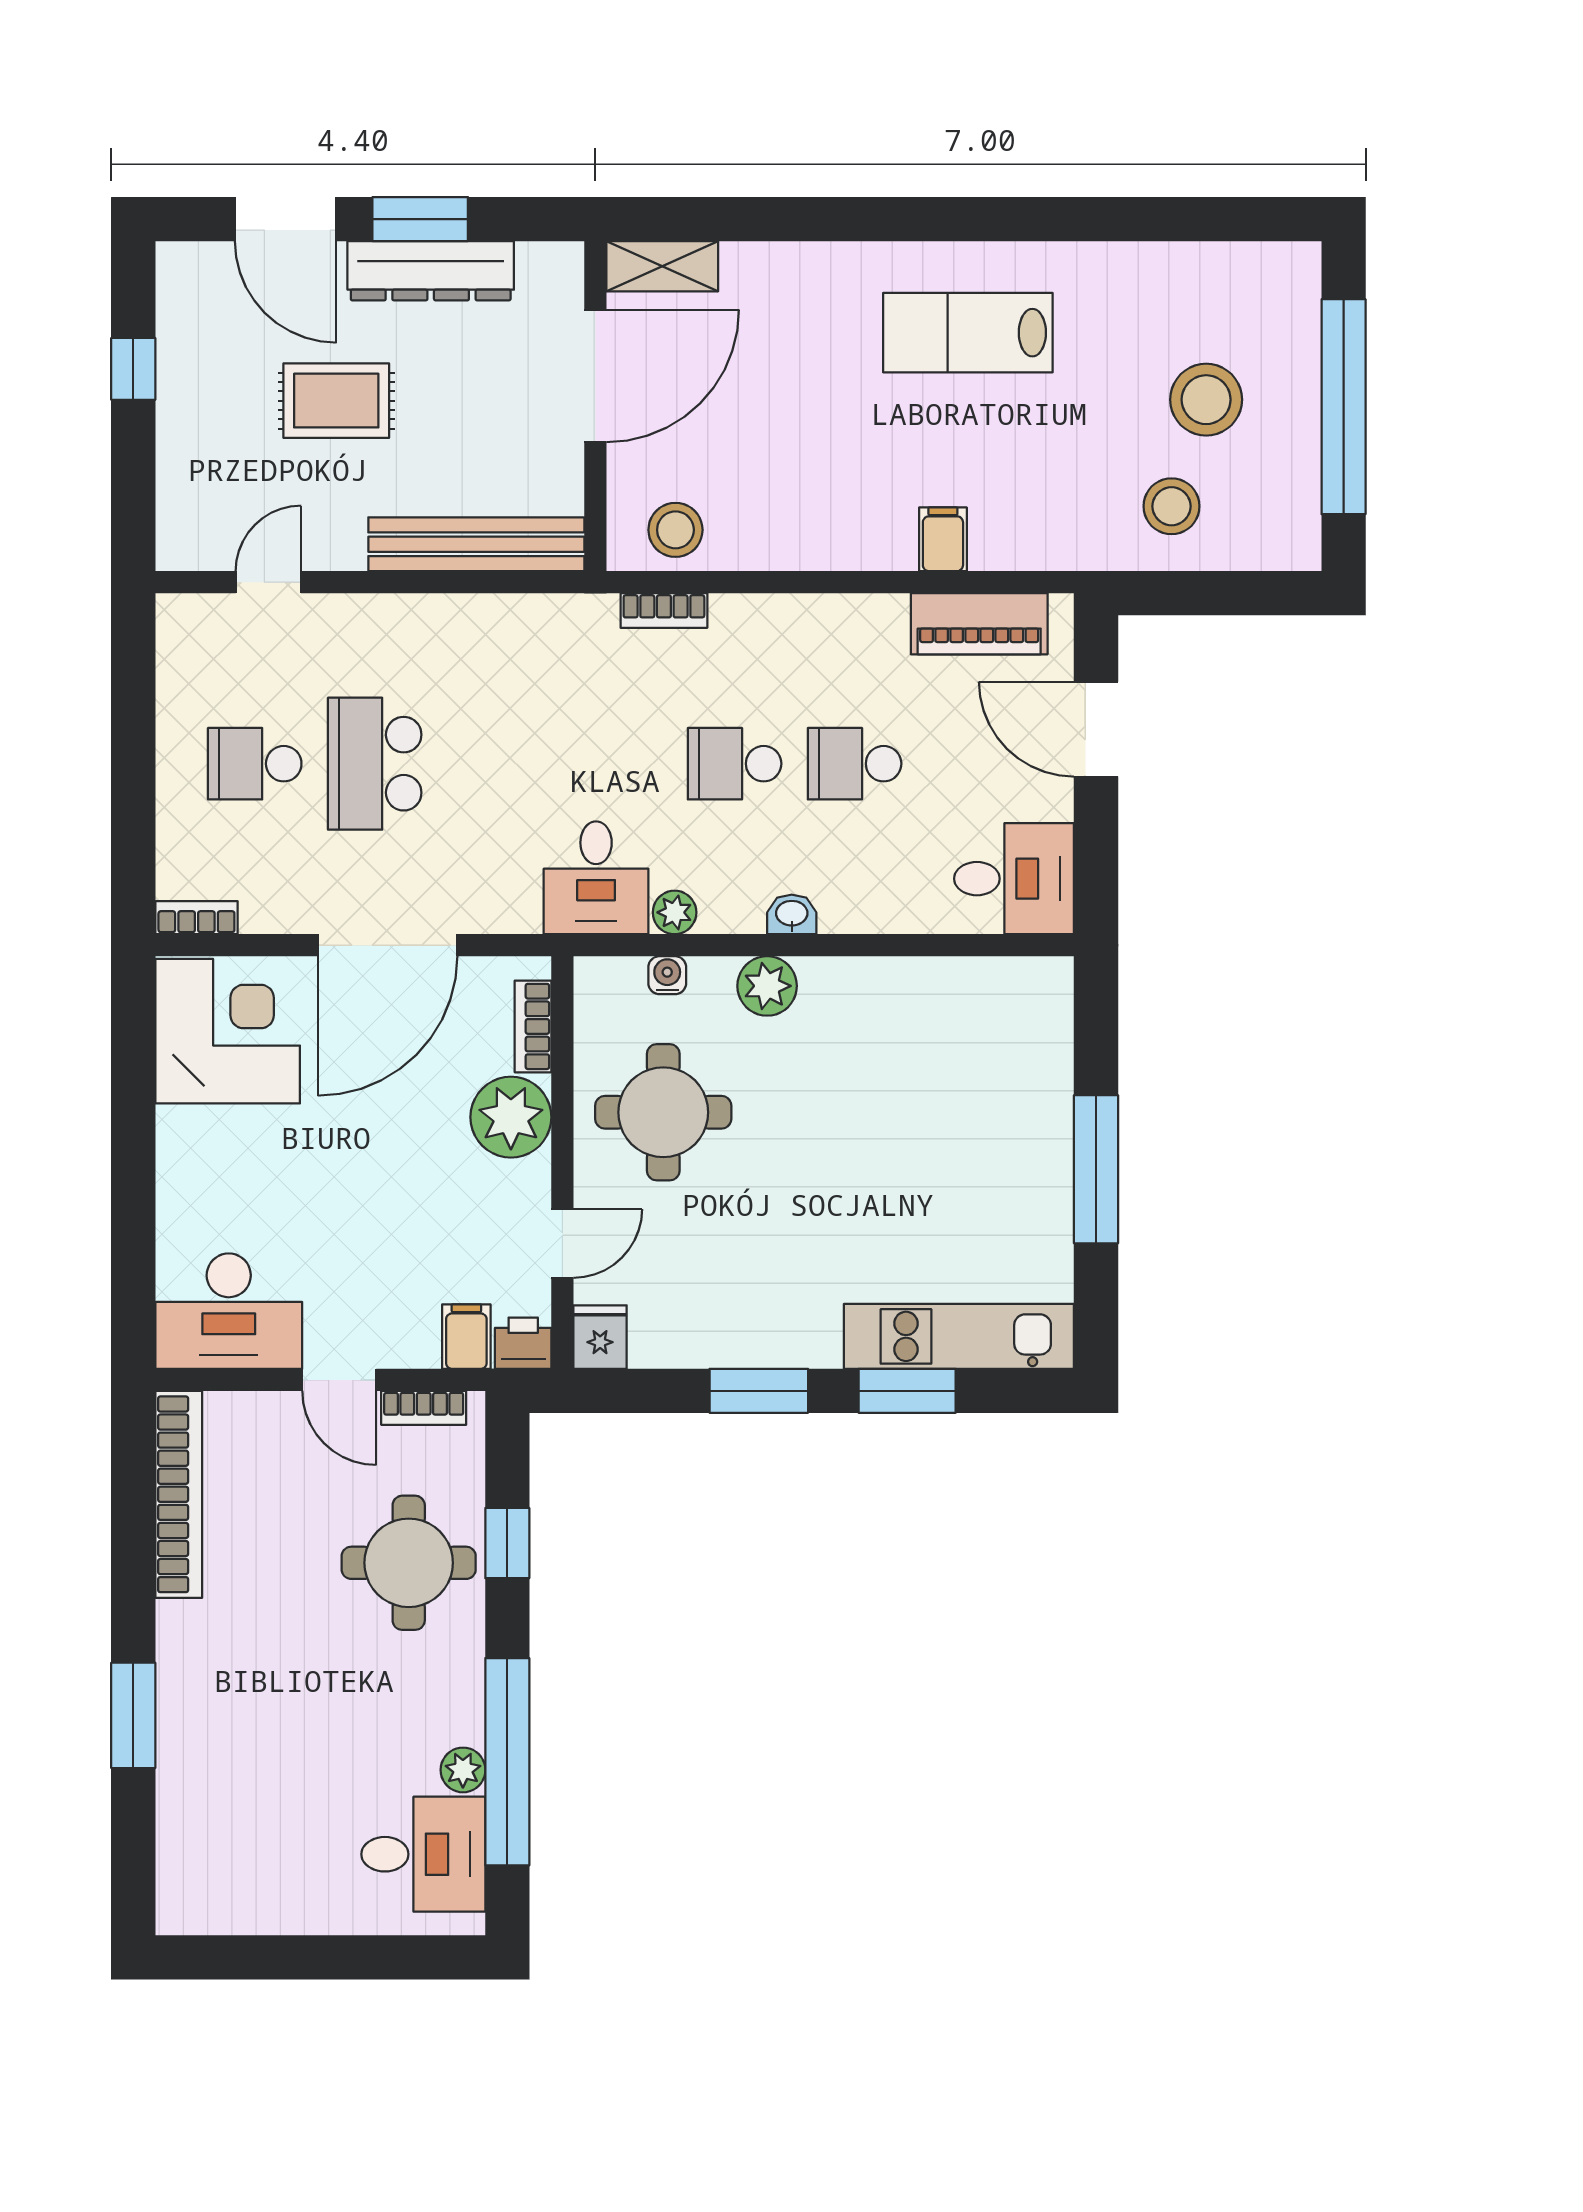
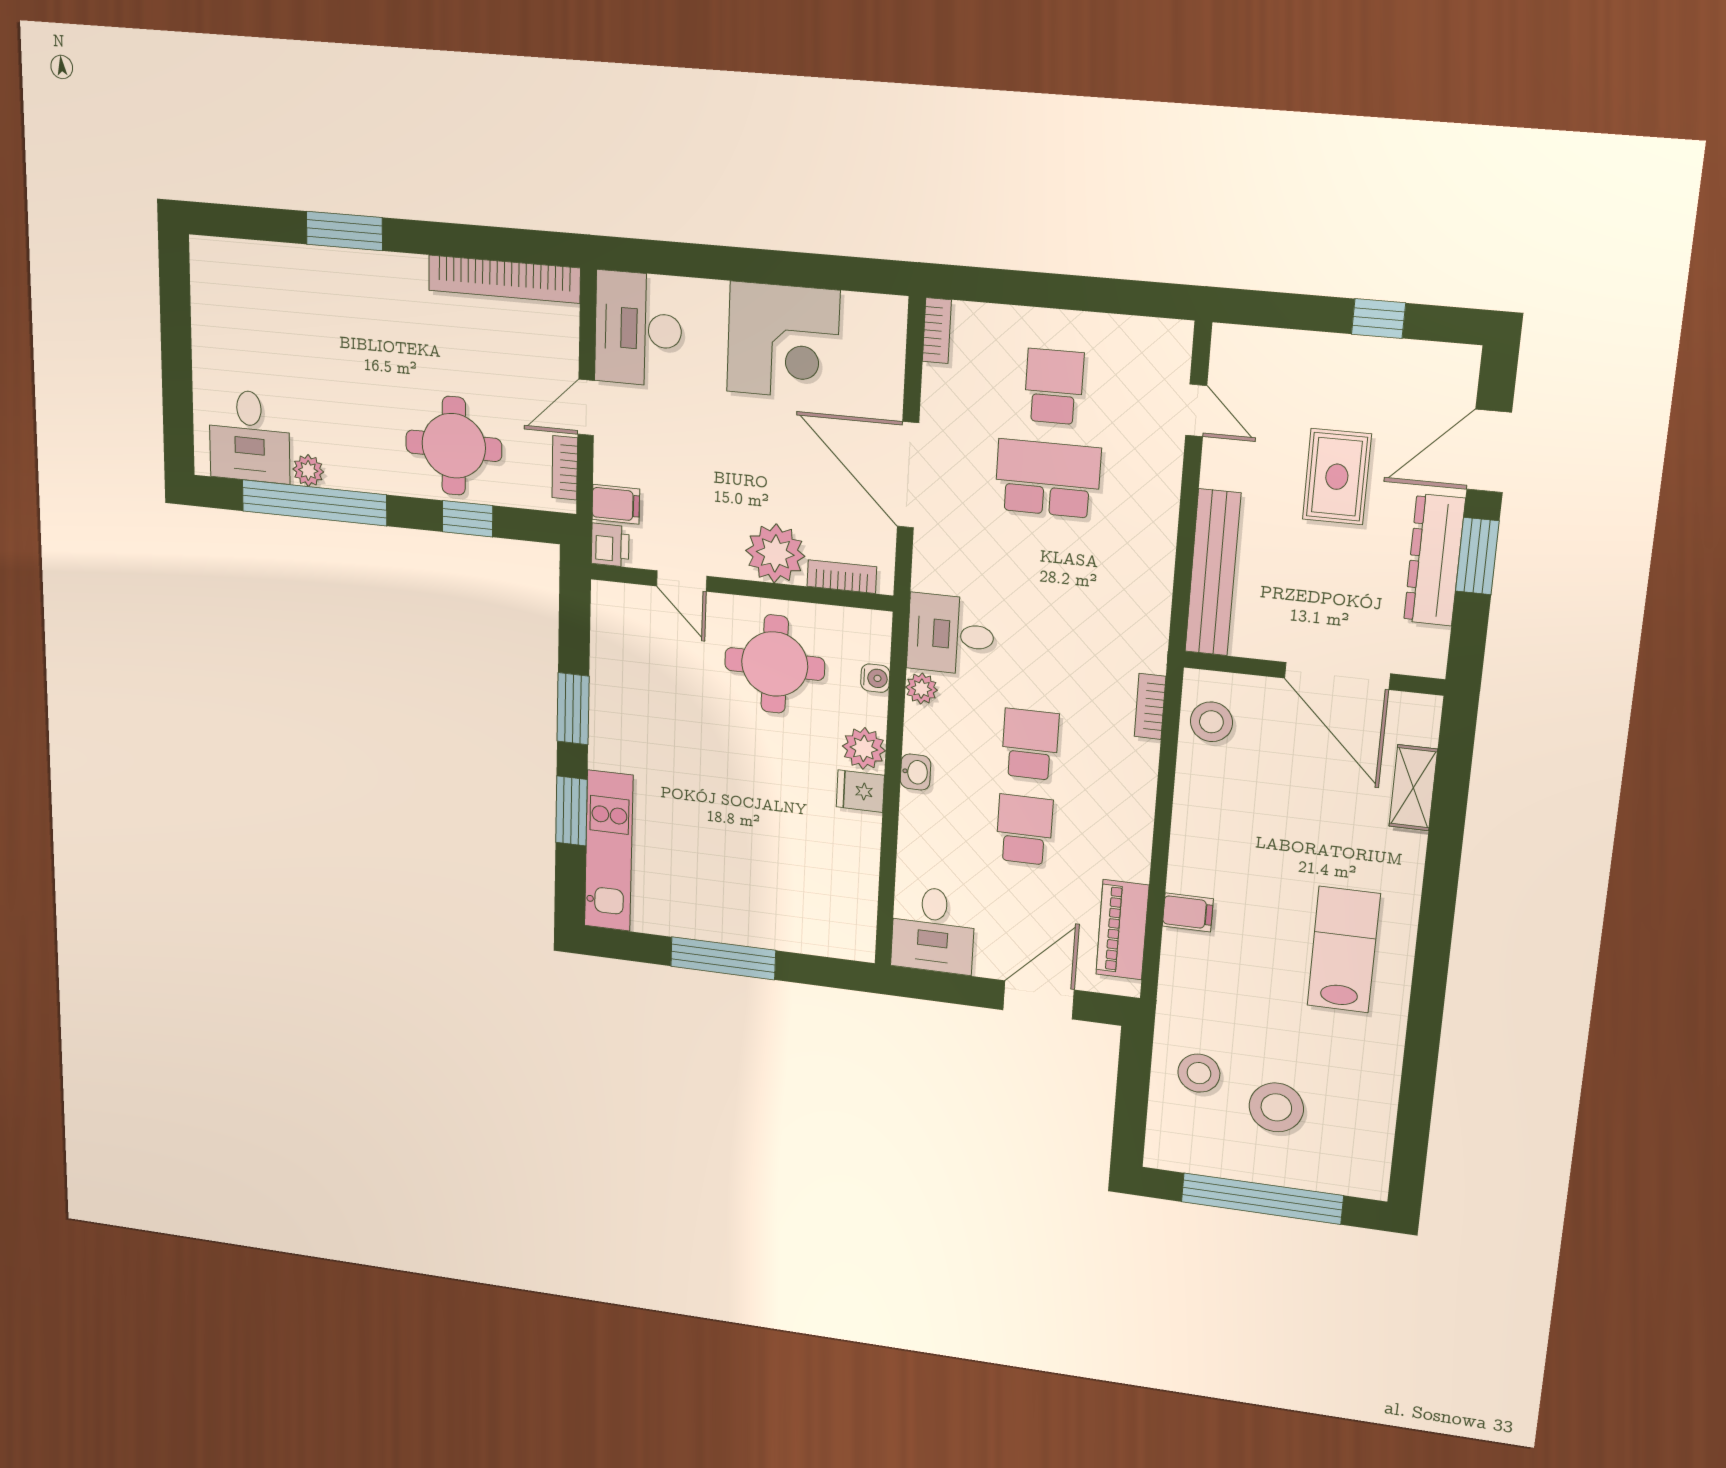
shelving: (662, 266) -> (1413, 788), moved
corner desk: (228, 1031) -> (783, 341), moved
fridge: (600, 1337) -> (860, 791), moved, turned 180

